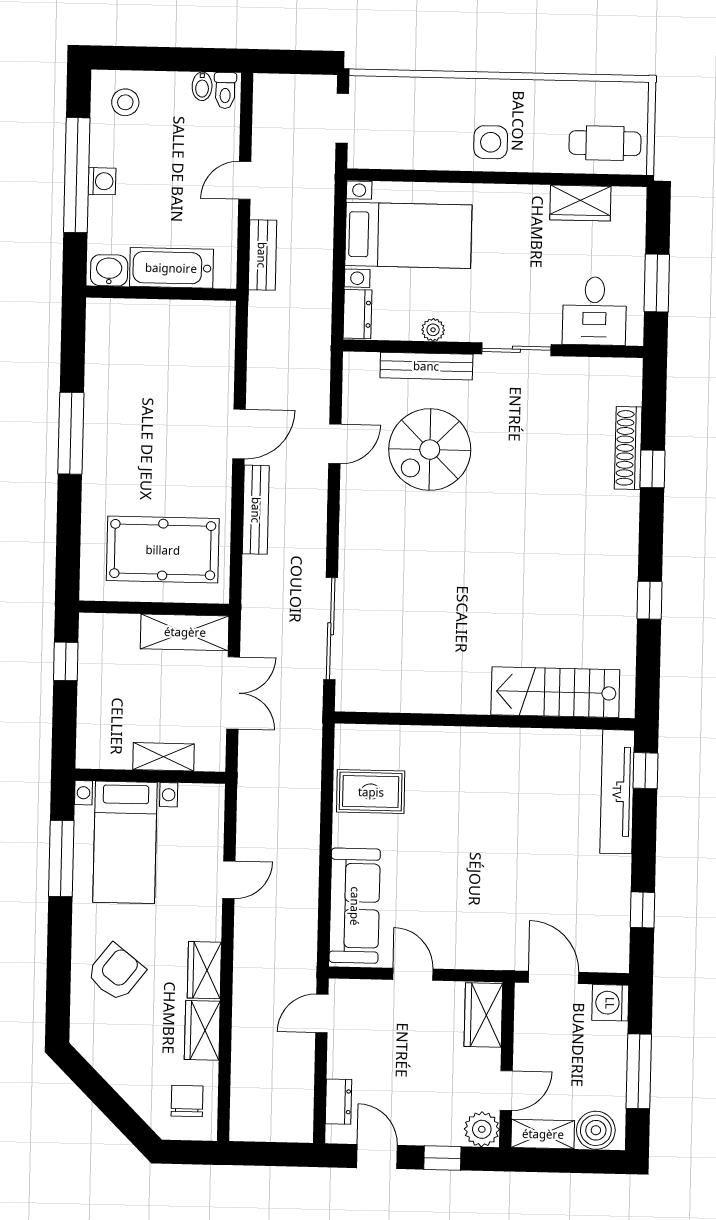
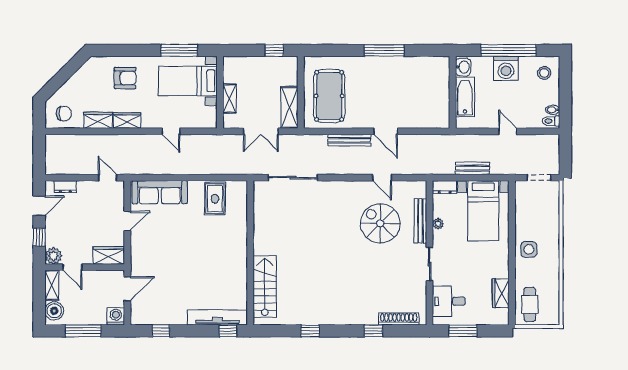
washing machine: (102, 181) -> (506, 68), width x1.89, depth x1.89
bench: (262, 255) -> (472, 168), moved
shoe rack: (628, 448) -> (399, 319), moved
armchair: (116, 972) -> (125, 78), turned -38

